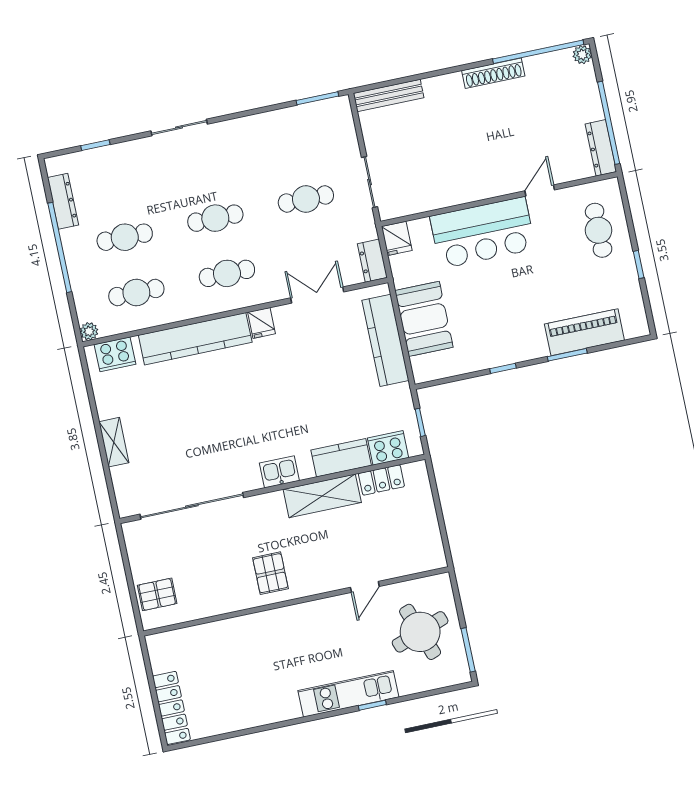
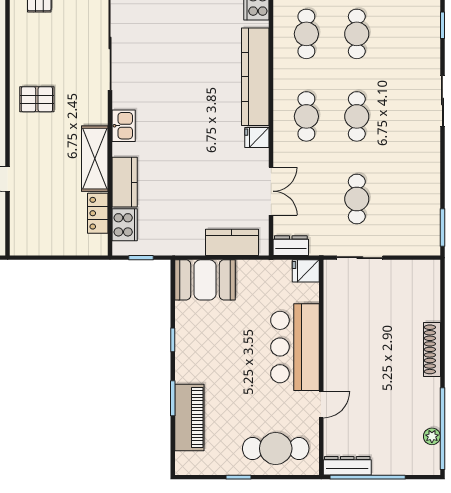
plant: (582, 55) -> (432, 436), moved
shoe rack: (493, 73) -> (432, 349), moved
bench: (389, 95) -> (432, 290), removed
door: (540, 190) -> (321, 405), hinge flipped
cafe table: (599, 230) -> (276, 448), width x1.37, depth x1.35
booth: (424, 319) -> (205, 280), moved
kitchen counter: (385, 340) -> (232, 242), width x0.67

